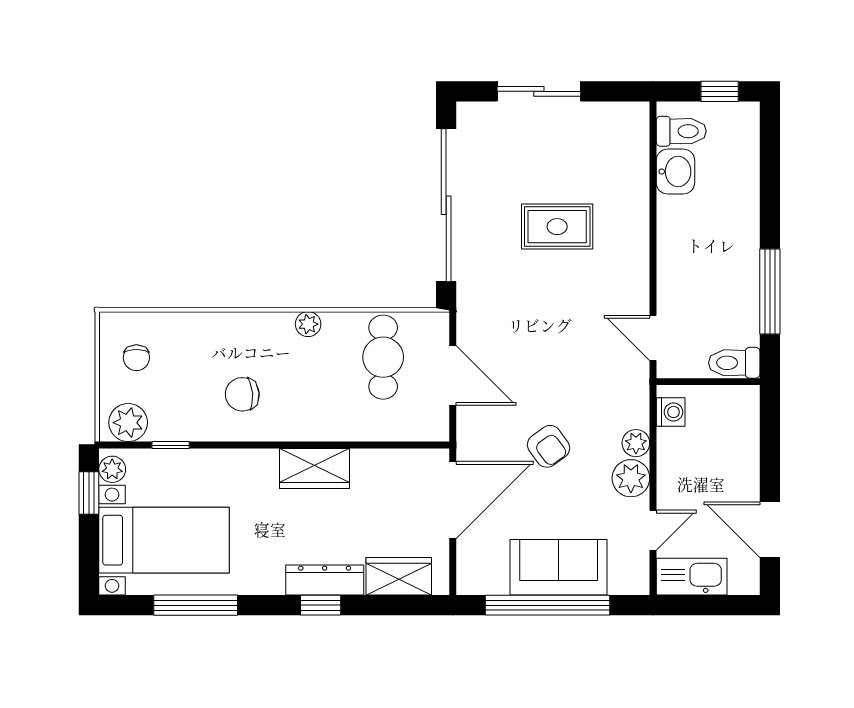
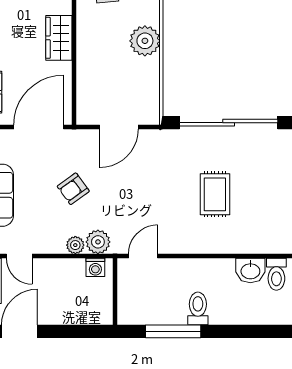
plant: (308, 324) -> (145, 41), width x1.88, depth x1.88
cafe table: (383, 357) -> (131, 82), removed
toilet: (734, 363) -> (198, 308), moved
plant: (631, 478) -> (98, 242), moved
door: (453, 500) -> (39, 127), swing flipped

